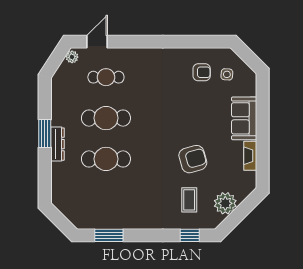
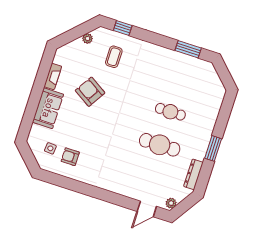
cafe table: (106, 77) -> (149, 178), removed
dresser: (57, 144) -> (193, 174), moved
cafe table: (106, 159) -> (170, 112), width x0.73, depth x0.74
armchair: (193, 159) -> (90, 92), moved, turned 48
plant: (225, 203) -> (88, 38), width x0.53, depth x0.53

